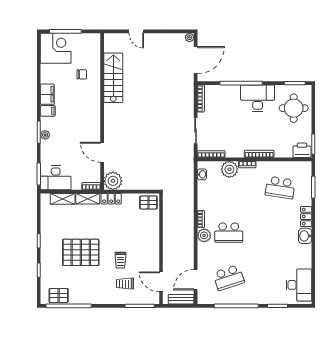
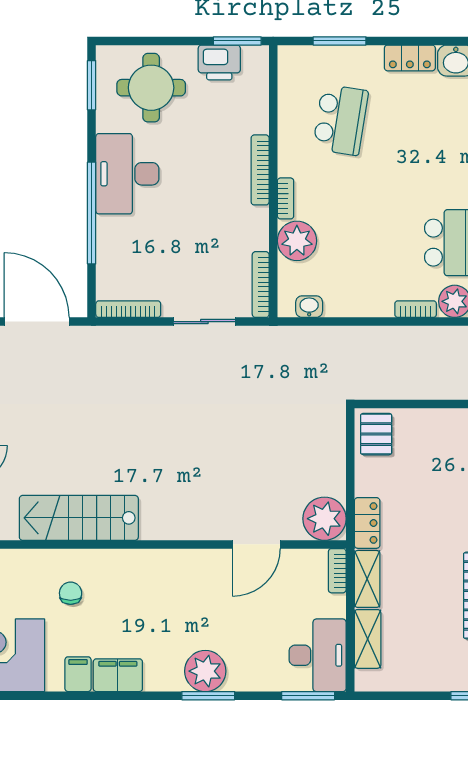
filing cabinet: (48, 111) -> (78, 674), moved
plant: (45, 135) -> (205, 671), width x1.88, depth x1.88
printer: (302, 150) -> (219, 62), moved, turned -90

